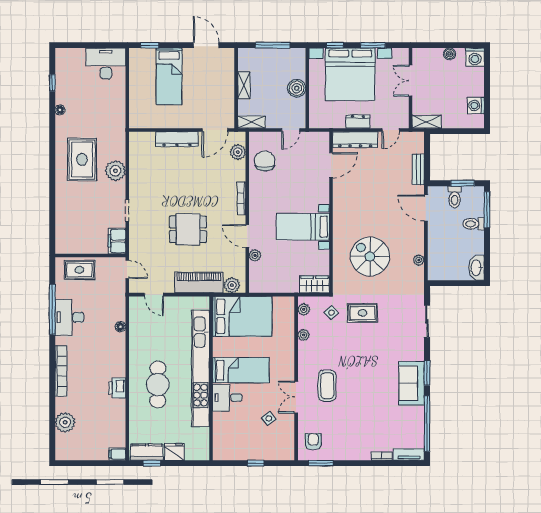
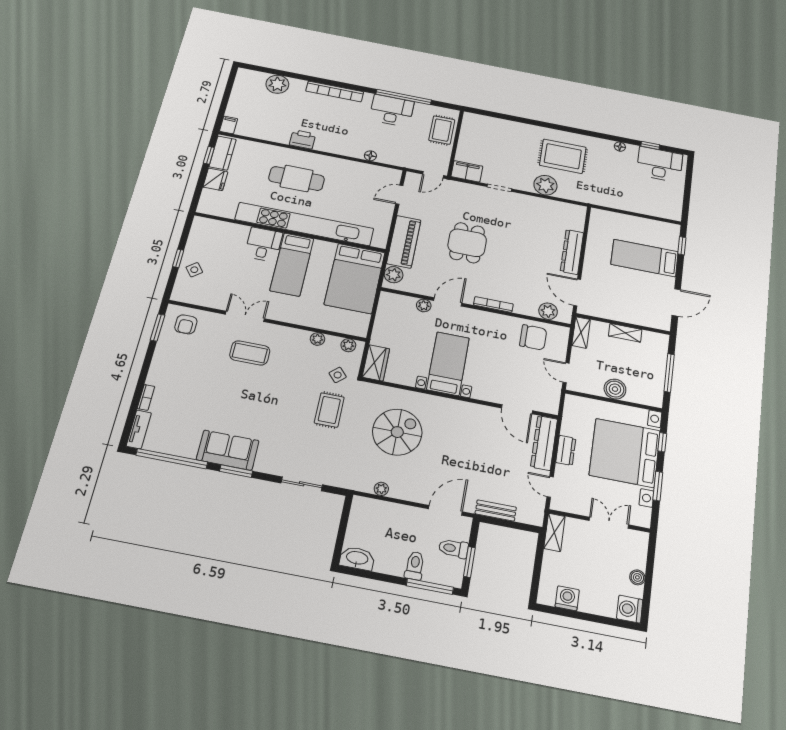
desk: (106, 63) -> (660, 164), moved, turned -90
side table: (269, 418) -> (194, 270), moved
armchair: (313, 442) -> (186, 324), turned 90

